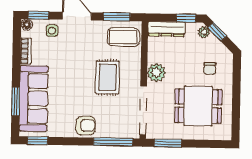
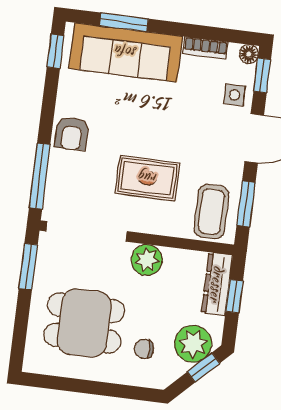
window: (186, 18) -> (234, 296), moved
plant: (204, 32) -> (193, 344), width x1.87, depth x1.87
dining table: (198, 106) -> (84, 323), turned 90

